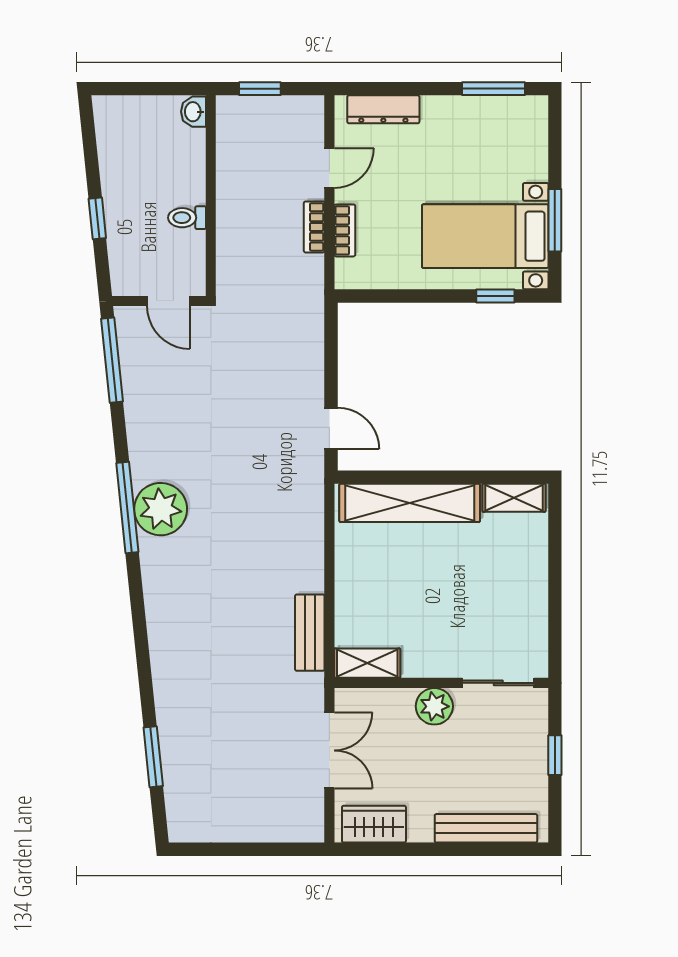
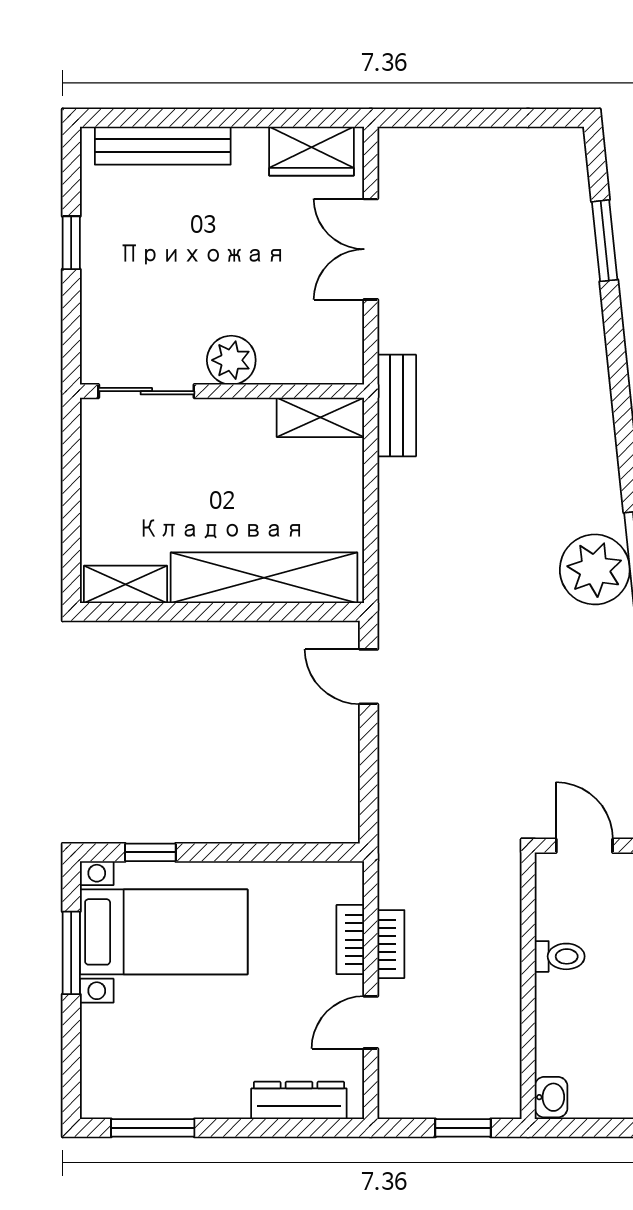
shelving: (367, 663) -> (320, 417), moved
wall: (441, 683) -> (222, 391), moved
sliding door: (498, 683) -> (146, 391), moved
plant: (434, 706) -> (231, 360), moved

